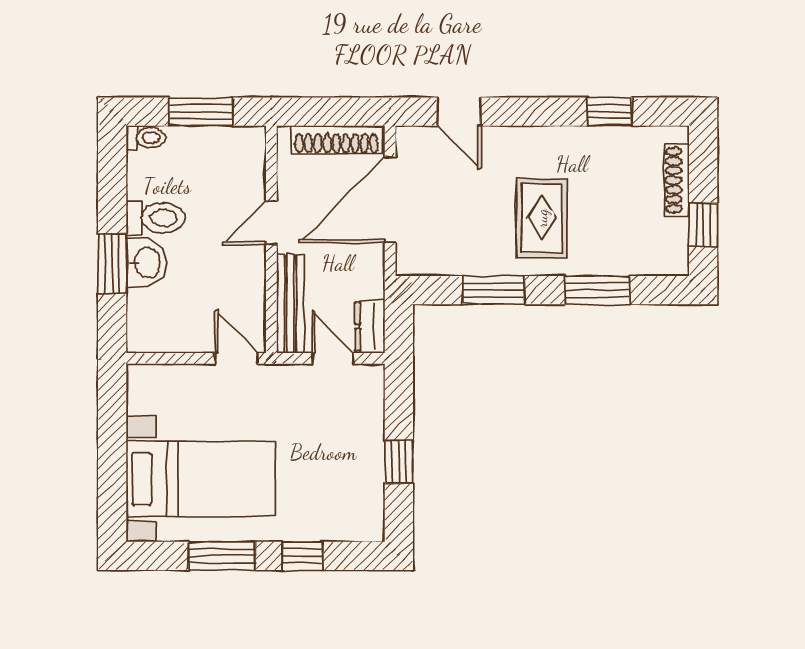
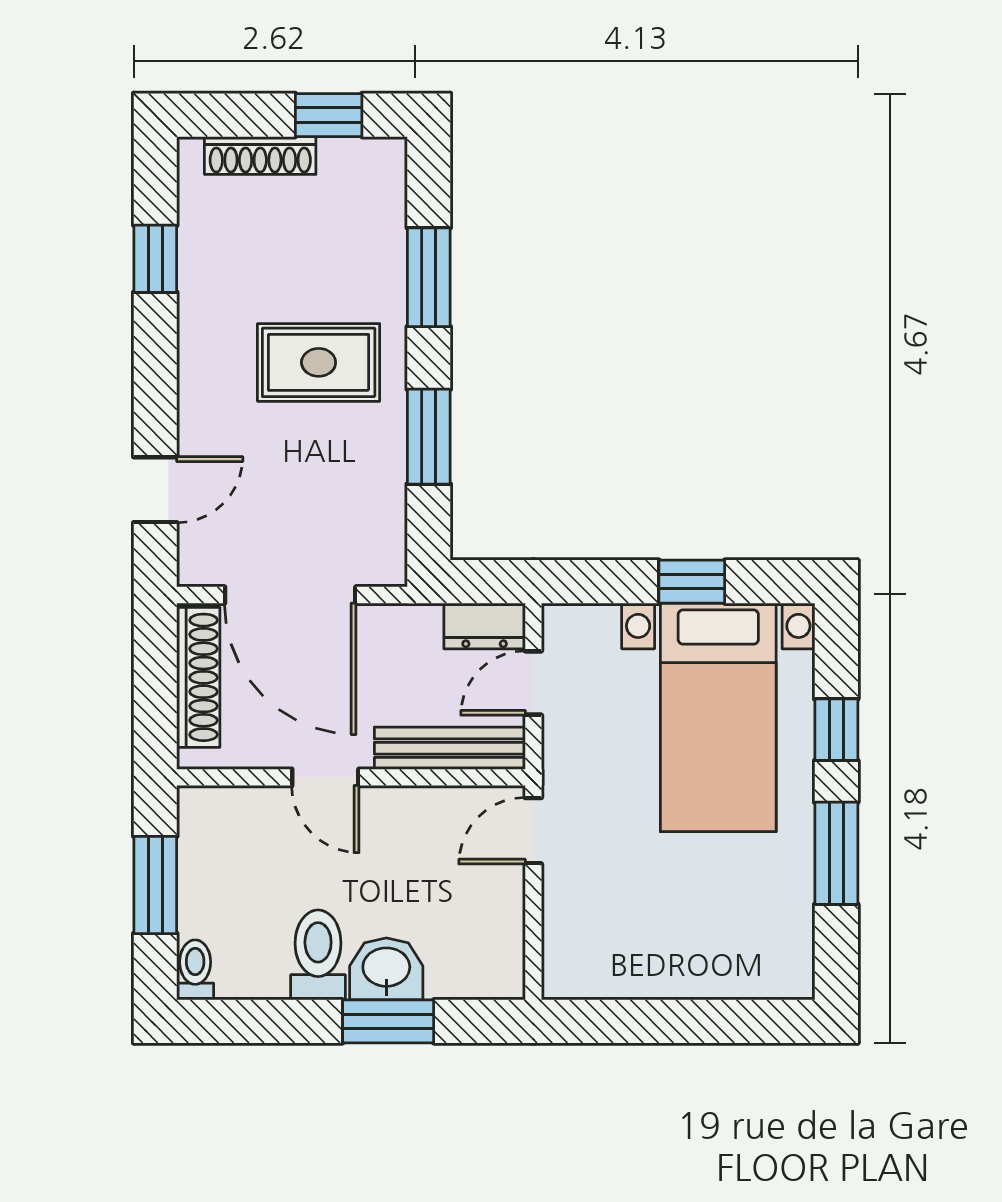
bed with nightstands: (201, 479) -> (718, 717), moved, turned 180

